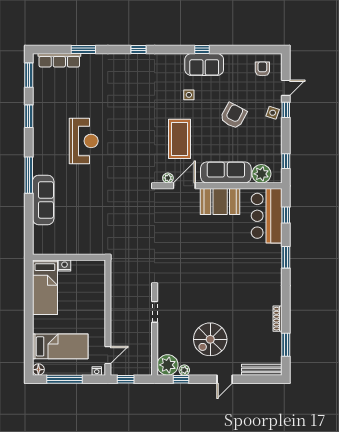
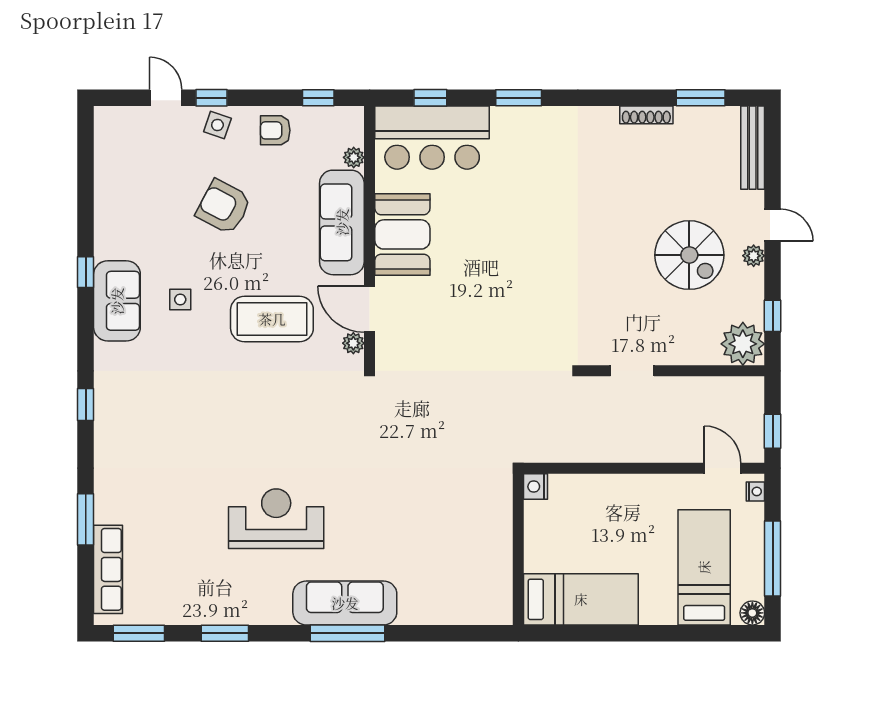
sofa: (204, 64) -> (117, 301), moved
armchair: (262, 69) -> (275, 130), moved
plant: (261, 174) -> (354, 157), width x0.53, depth x0.53
sofa: (43, 200) -> (345, 603), moved
nightstand: (65, 265) -> (536, 487), moved
plant: (184, 370) -> (754, 256), moved

